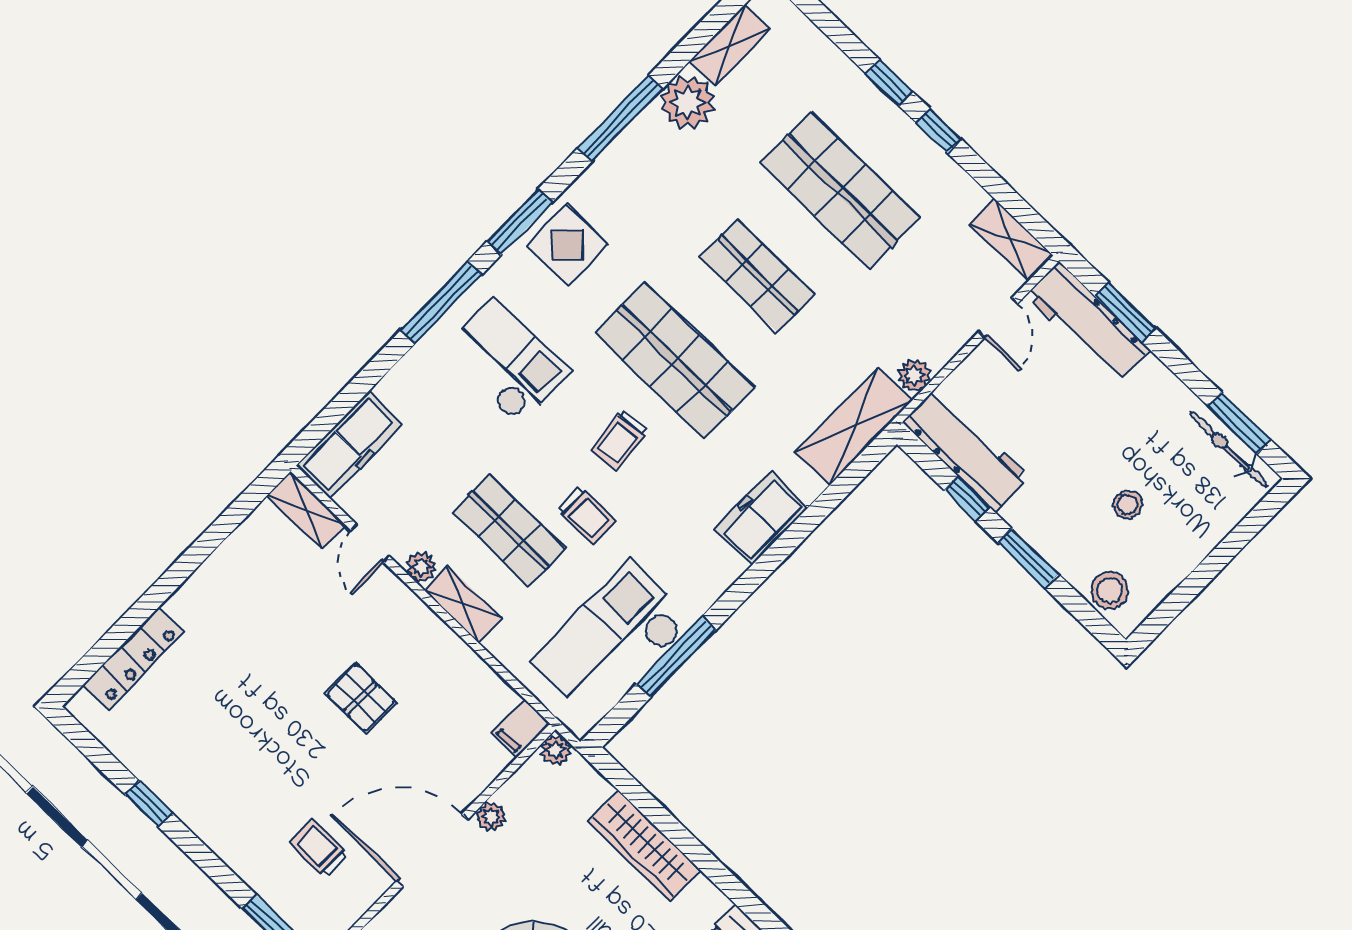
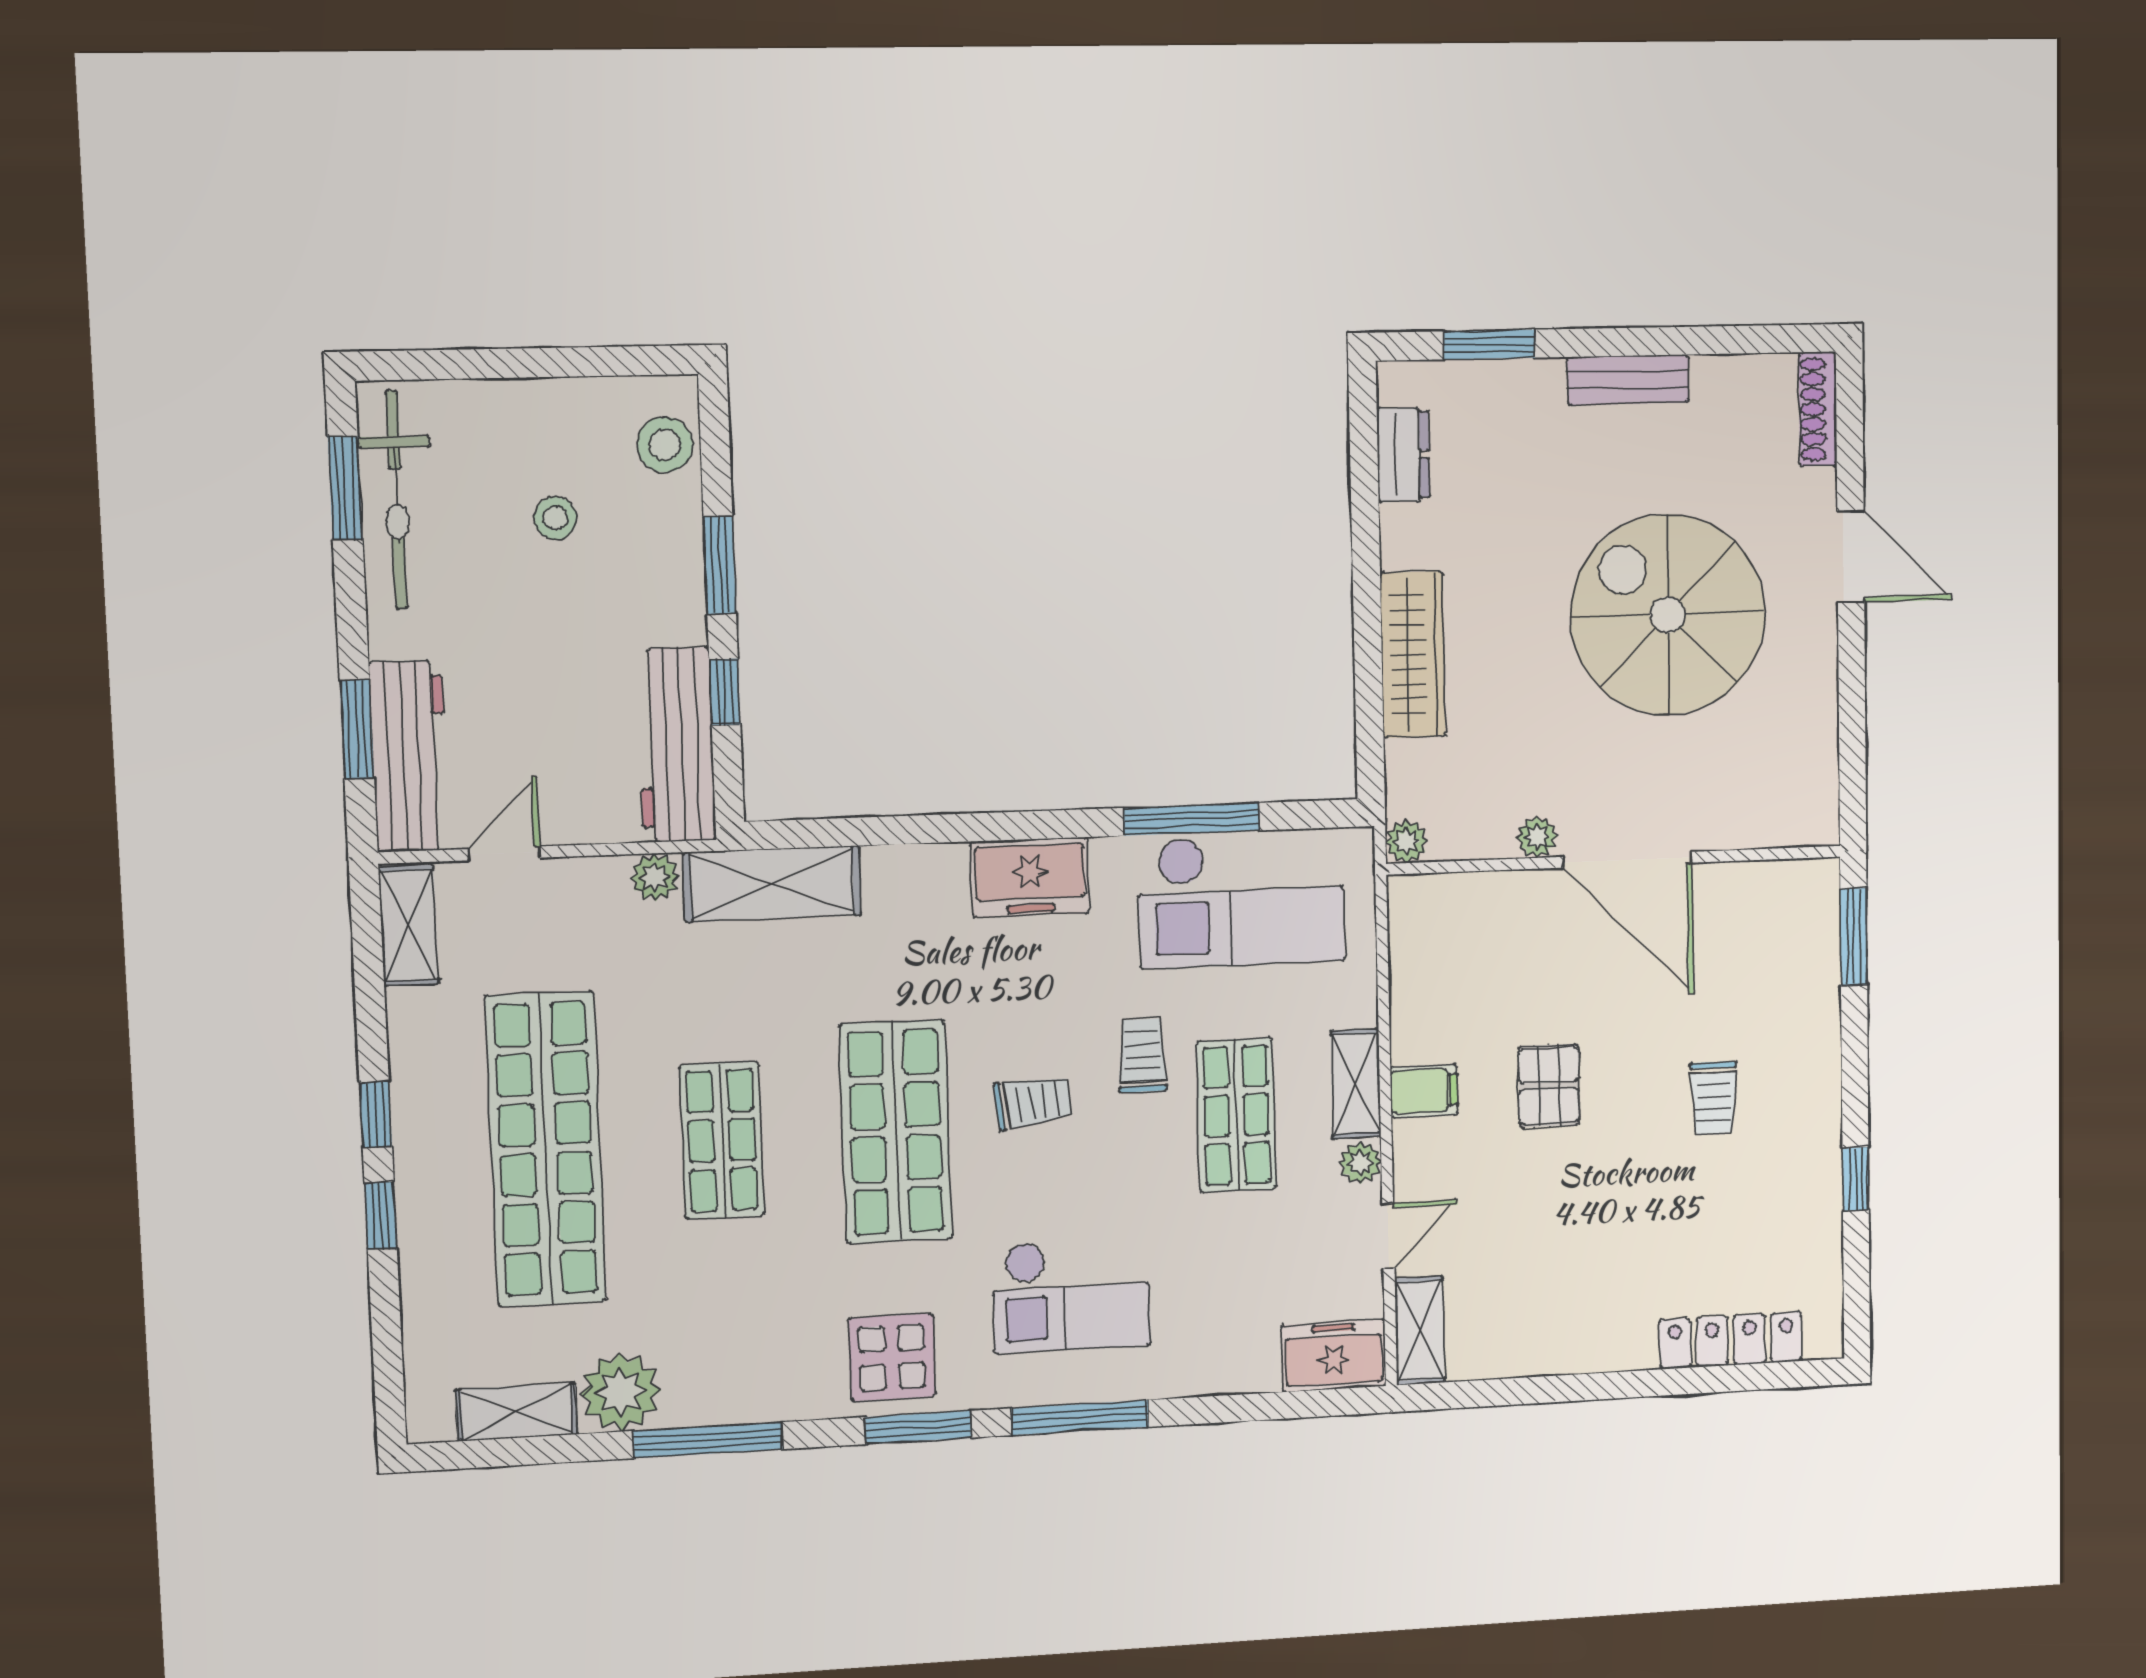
shop shelf: (840, 190) -> (546, 1149), width x1.40
checkout: (506, 361) -> (1071, 1295), turned -90
freezer: (349, 445) -> (1334, 1355), width x0.71
bicycle: (1229, 449) -> (396, 500), width x1.37, depth x1.40
freezer: (761, 518) -> (1030, 877), moved
filing cabinet: (521, 728) -> (1424, 1091), moved
trolley: (319, 849) -> (1714, 1098), moved

